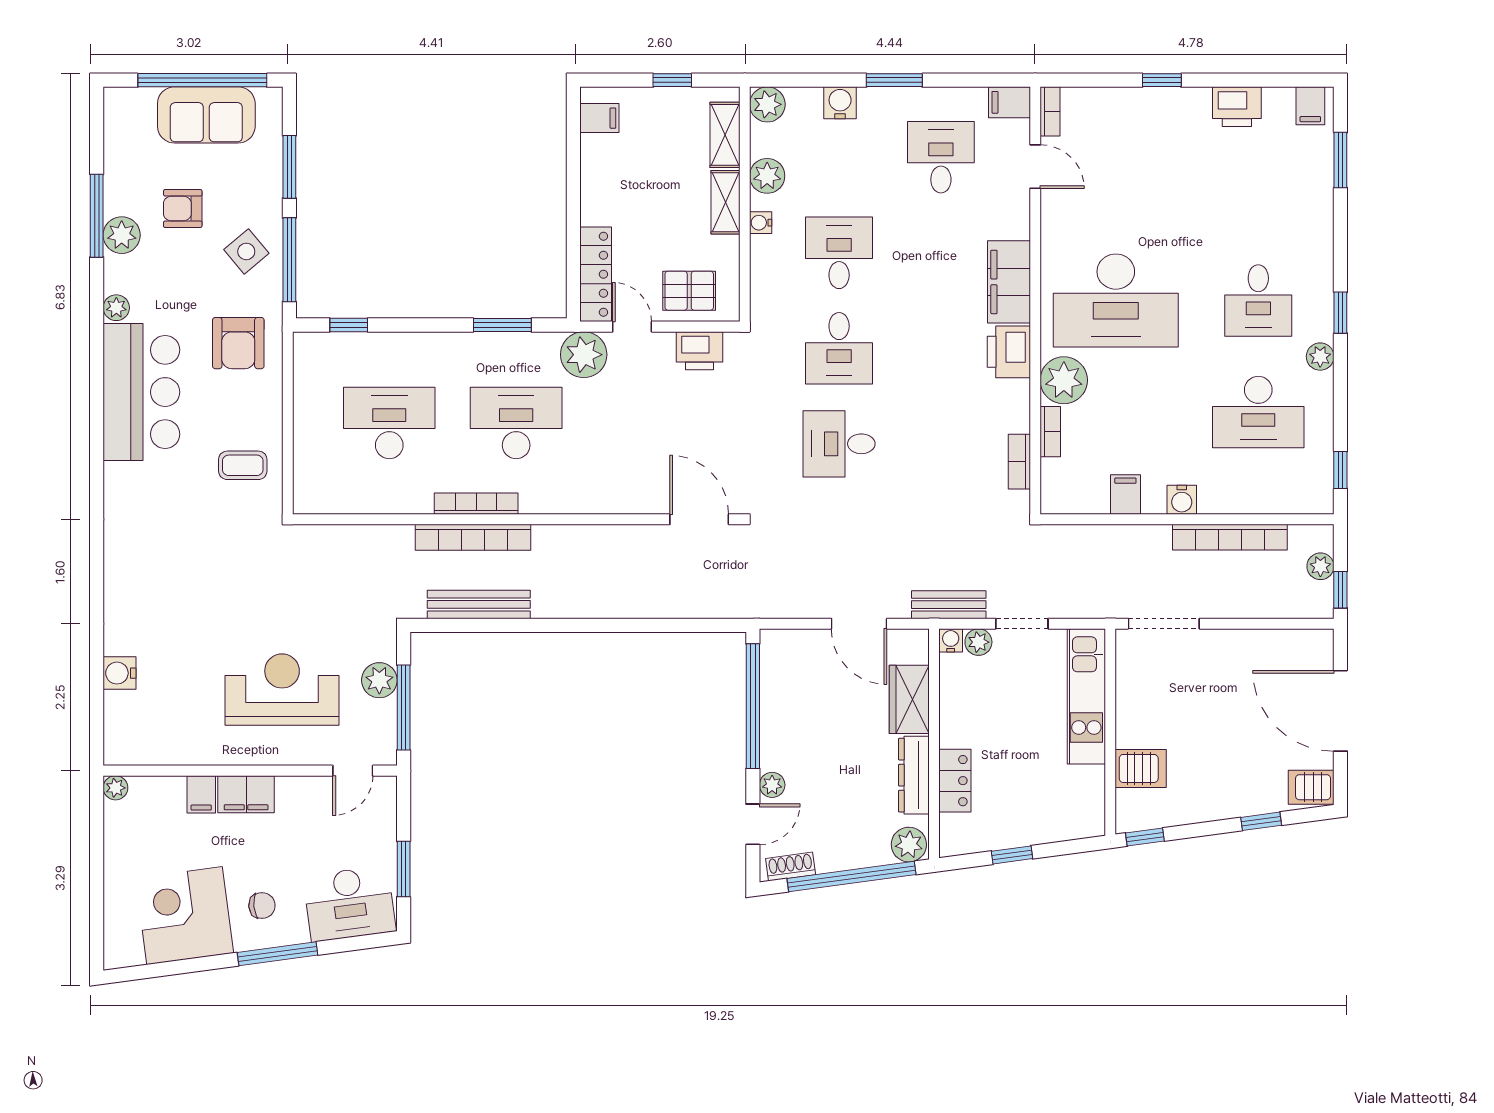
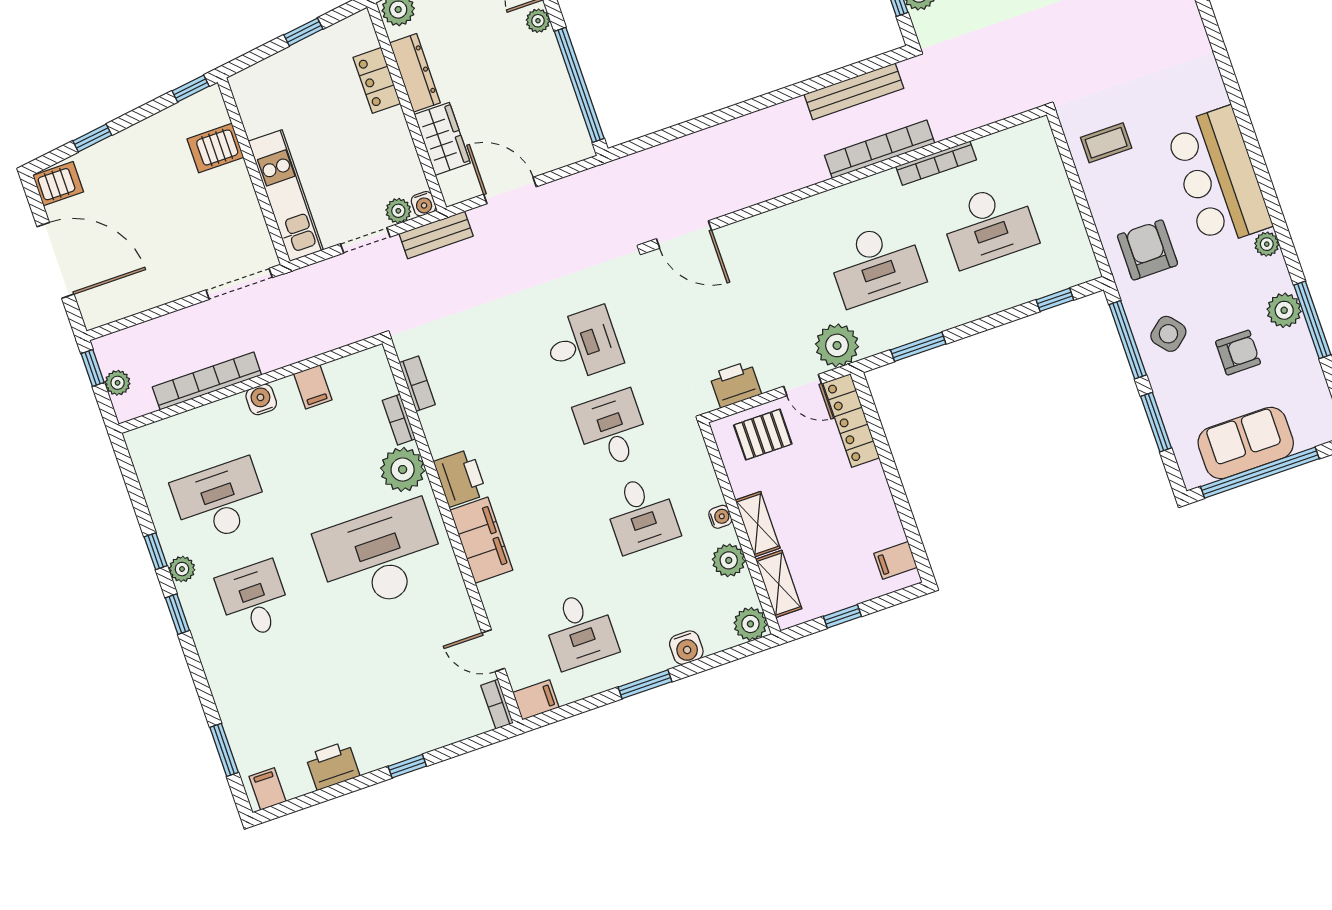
window: (1340, 470) -> (156, 551), moved
bookcase: (476, 504) -> (936, 163), moved

